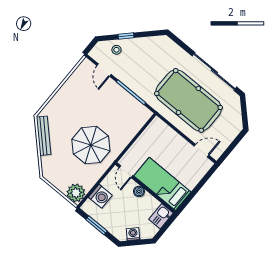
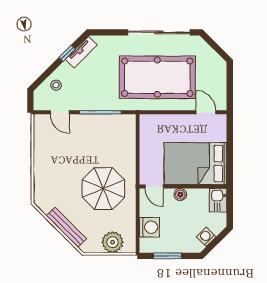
window: (126, 36) -> (67, 53), moved
tv unit: (152, 42) -> (81, 52), added
bench: (44, 136) -> (66, 227), moved
door: (202, 151) -> (206, 112), hinge flipped
bed: (162, 184) -> (195, 164), width x1.50
plant: (76, 193) -> (113, 242), moved

